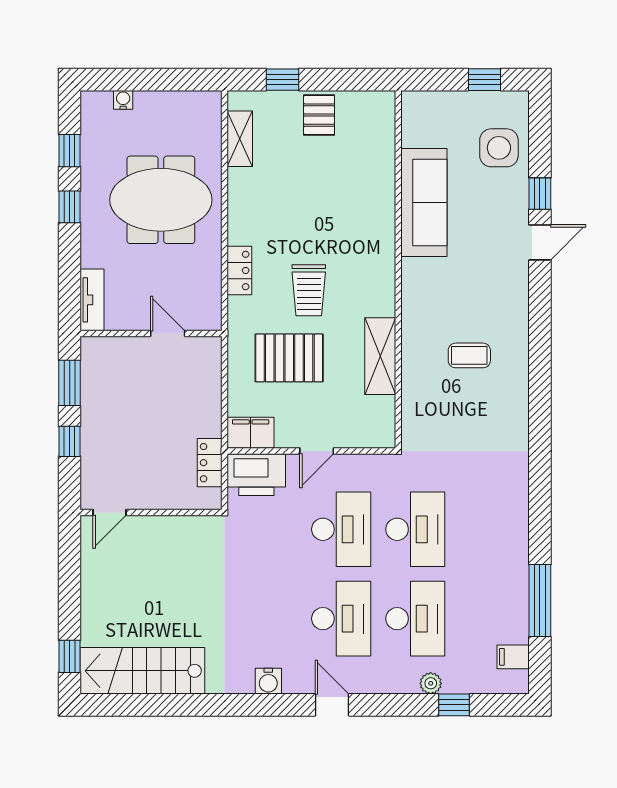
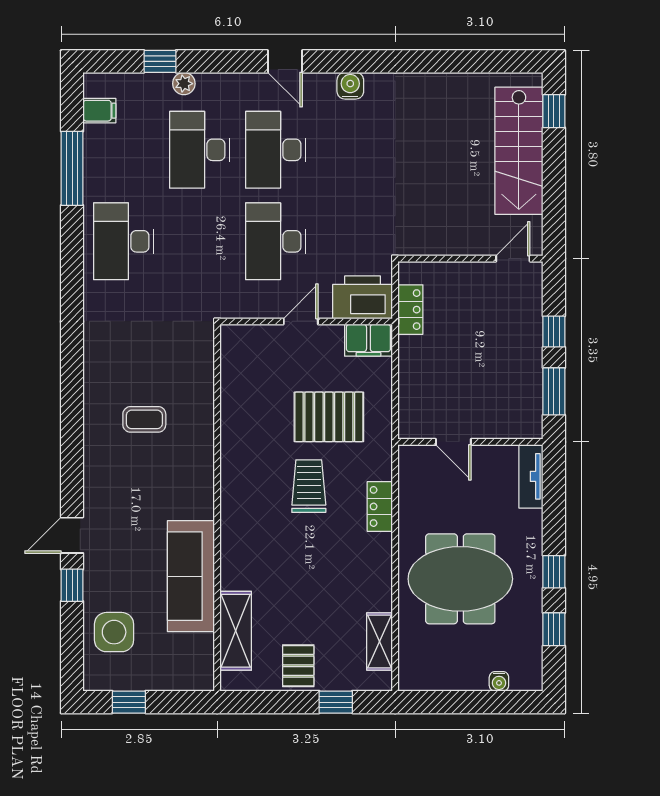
shelving: (380, 356) -> (236, 631), moved
desk: (415, 529) -> (124, 241), moved
stairs: (142, 671) -> (519, 151), moved, turned 90

